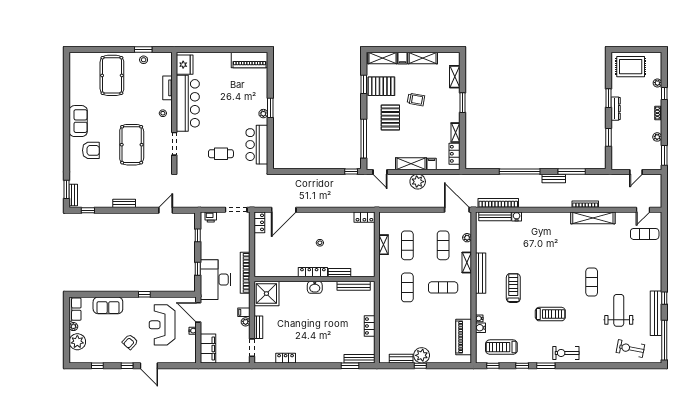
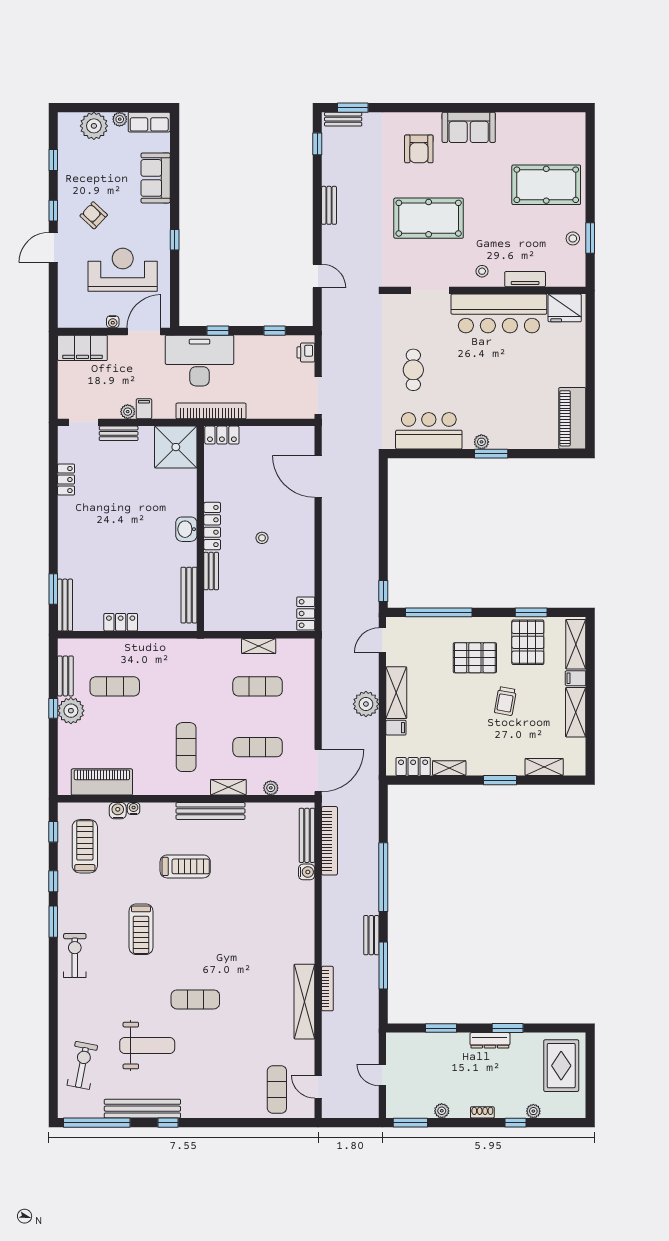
locker: (259, 222) -> (222, 435), moved
exercise mat: (407, 287) -> (115, 686), moved

